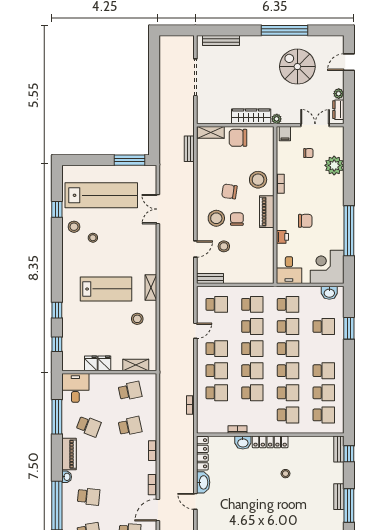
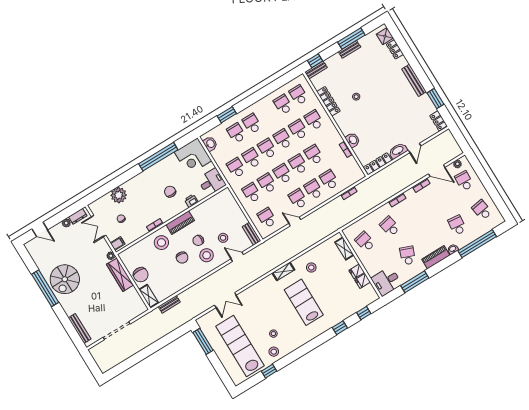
spiral stairs: (297, 67) -> (65, 279), moved
school desk: (324, 371) -> (252, 124), moved
locker: (270, 442) -> (328, 101), moved

